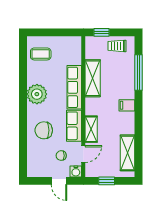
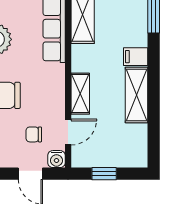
row of seats: (74, 126) -> (54, 88), removed
shelving: (127, 153) -> (137, 95), moved

